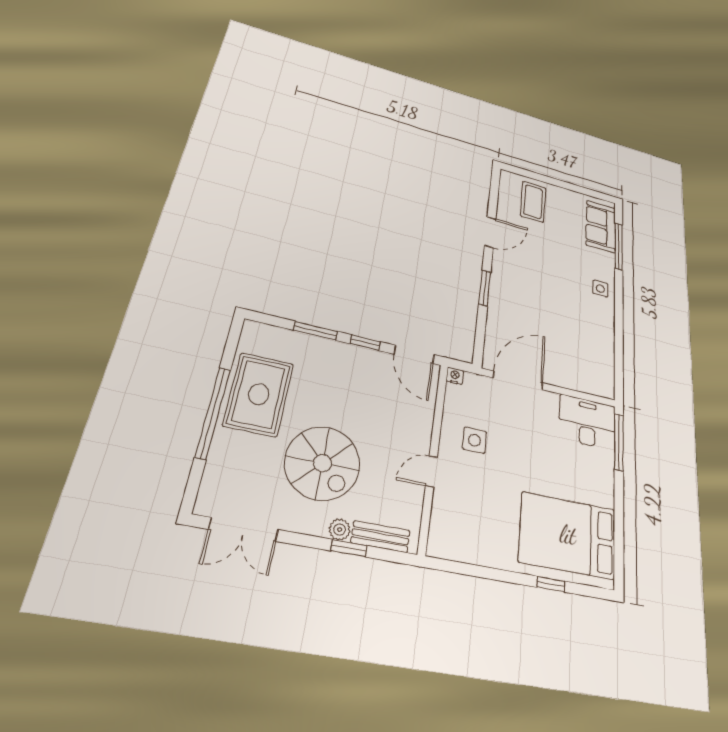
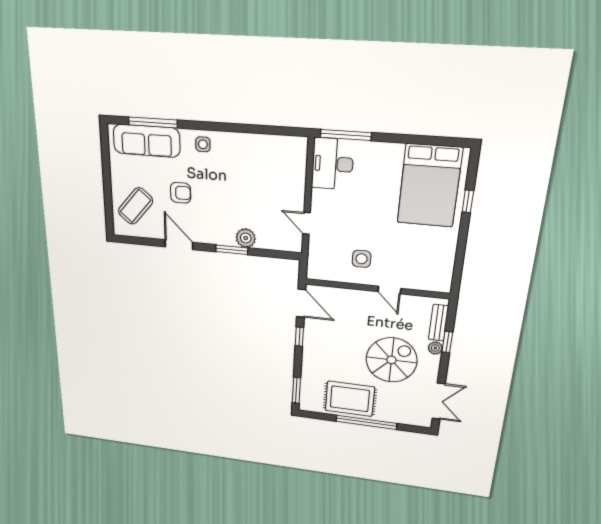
coffee table: (533, 202) -> (136, 206), turned -50
sofa: (601, 226) -> (147, 141), width x1.36
armchair: (549, 252) -> (181, 193), added
plant: (499, 307) -> (246, 238), added
window: (315, 331) -> (296, 390), moved
door: (414, 354) -> (301, 303), hinge flipped
nightstand: (455, 376) -> (312, 274), removed
door: (518, 380) -> (306, 223), width x0.53

